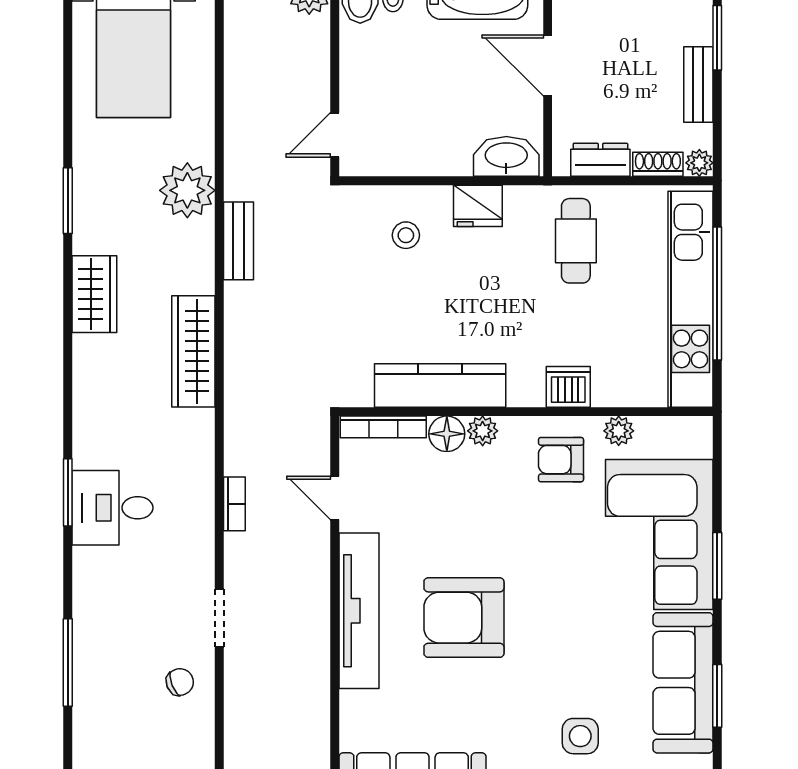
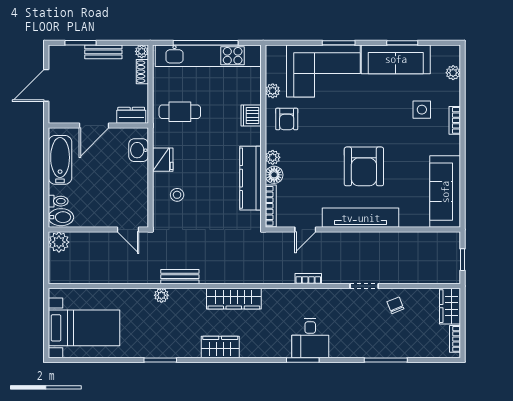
washbasin: (506, 156) -> (139, 150), width x0.72
dresser: (600, 160) -> (131, 115), moved, turned 90
plant: (187, 190) -> (161, 295), width x0.53, depth x0.53
wardrobe: (94, 294) -> (220, 347), moved

